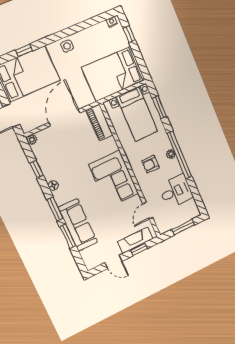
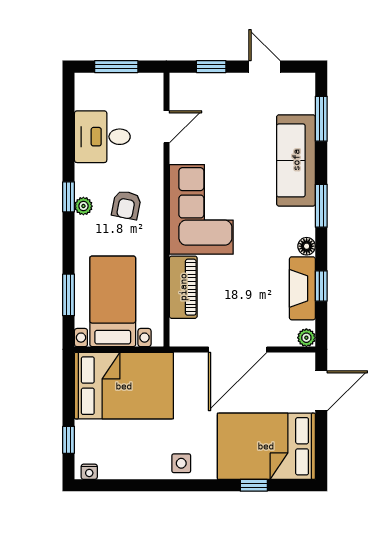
piano: (99, 123) -> (183, 287), moved
window: (180, 155) -> (69, 197), width x0.32
armchair: (151, 164) -> (126, 205), turned 101
window: (68, 236) -> (321, 119), moved
fireplace: (135, 240) -> (302, 288), moved, turned 90

